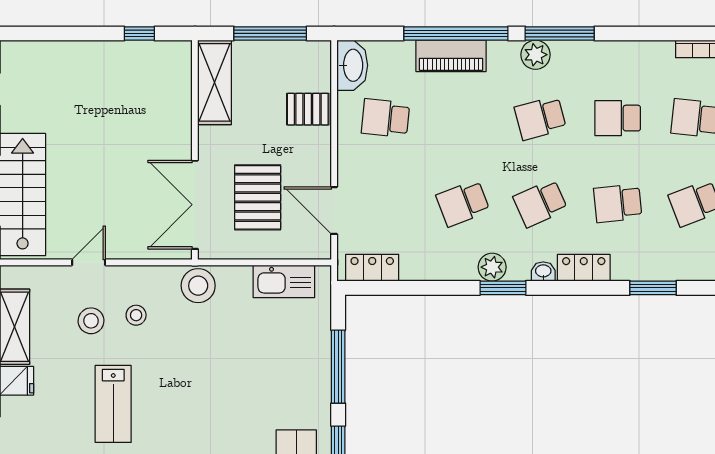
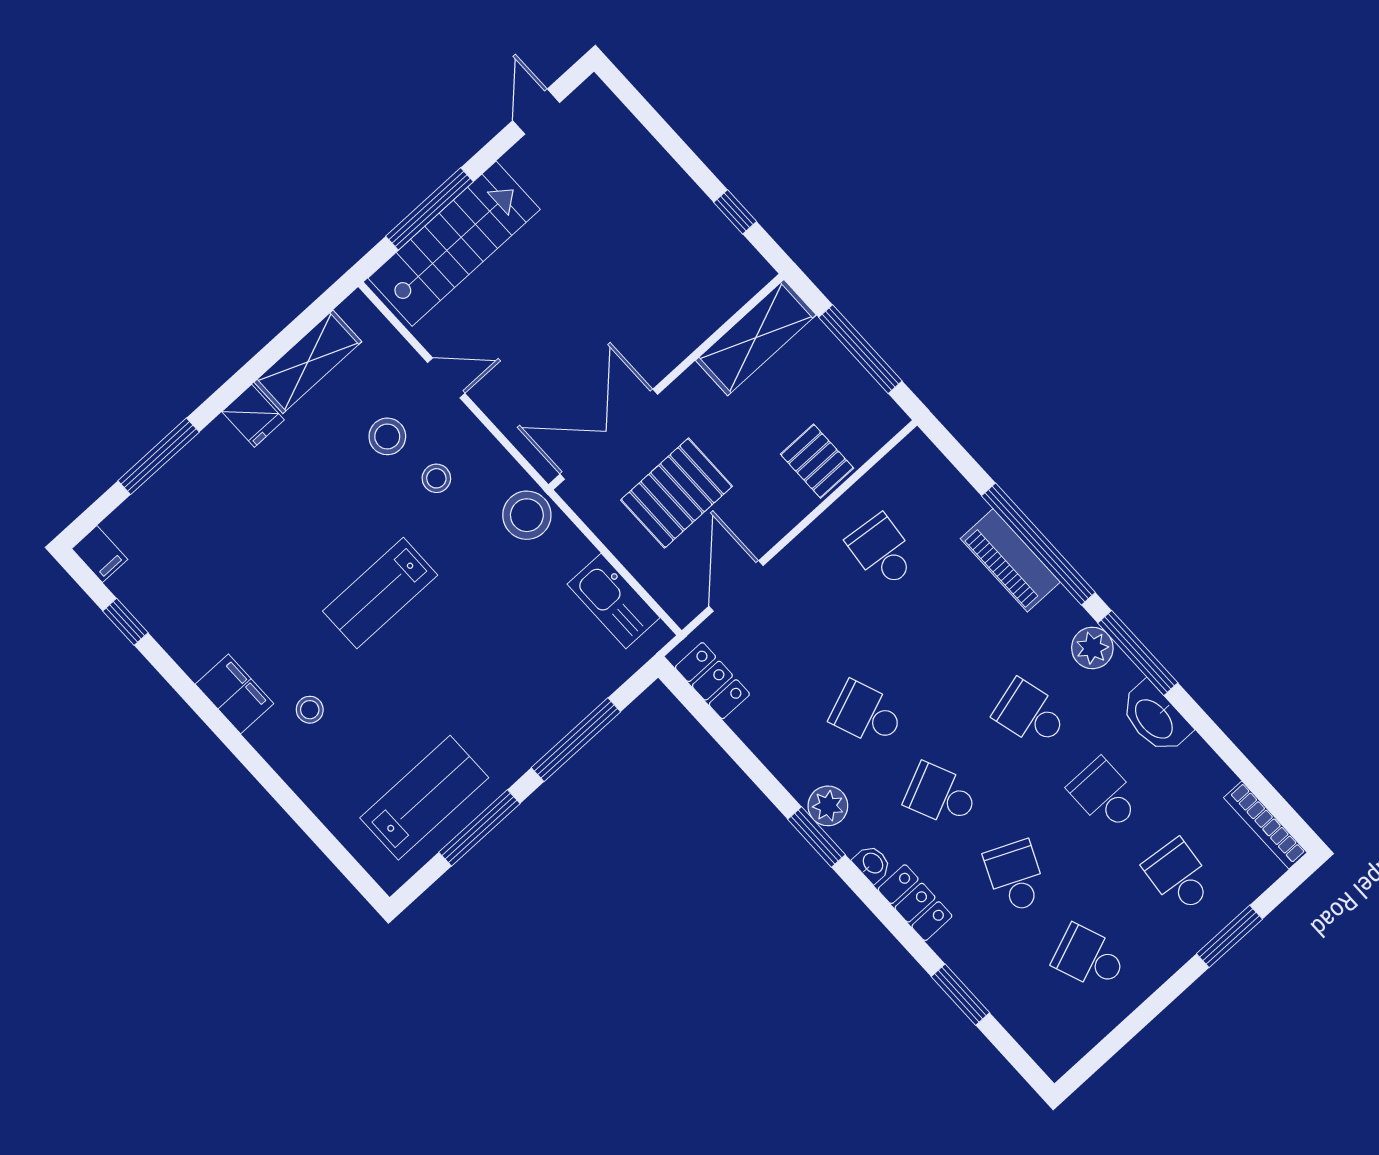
washbasin: (352, 65) -> (1155, 718), moved, turned 90
school desk: (618, 203) -> (1015, 876), turned 30
lab bench: (113, 404) -> (380, 593), moved

